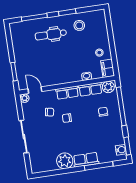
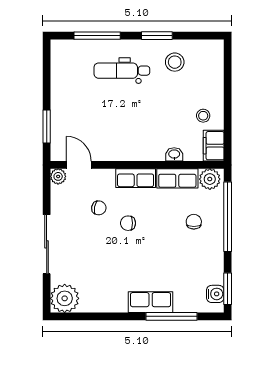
plant: (65, 161) -> (65, 298), moved

